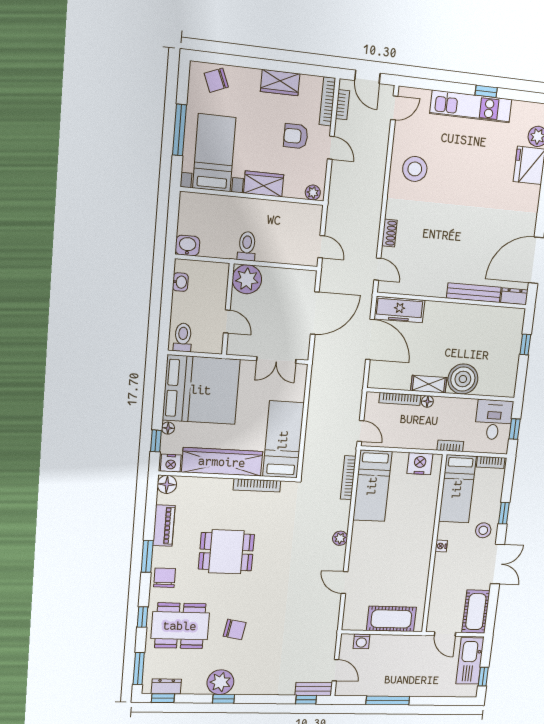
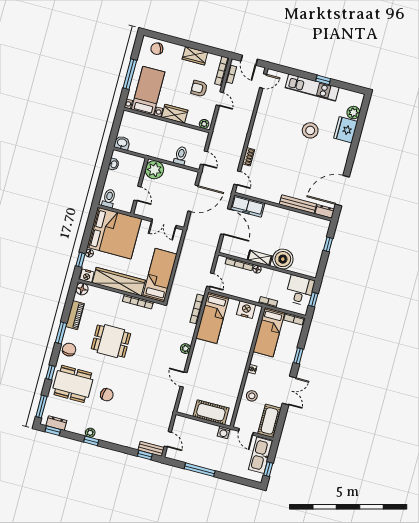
stool: (415, 169) -> (310, 130), moved
toilet: (247, 246) -> (181, 156), moved
stool: (483, 530) -> (252, 396), moved
washing machine: (361, 641) -> (224, 432), moved
plant: (220, 682) -> (90, 433), width x0.53, depth x0.53

